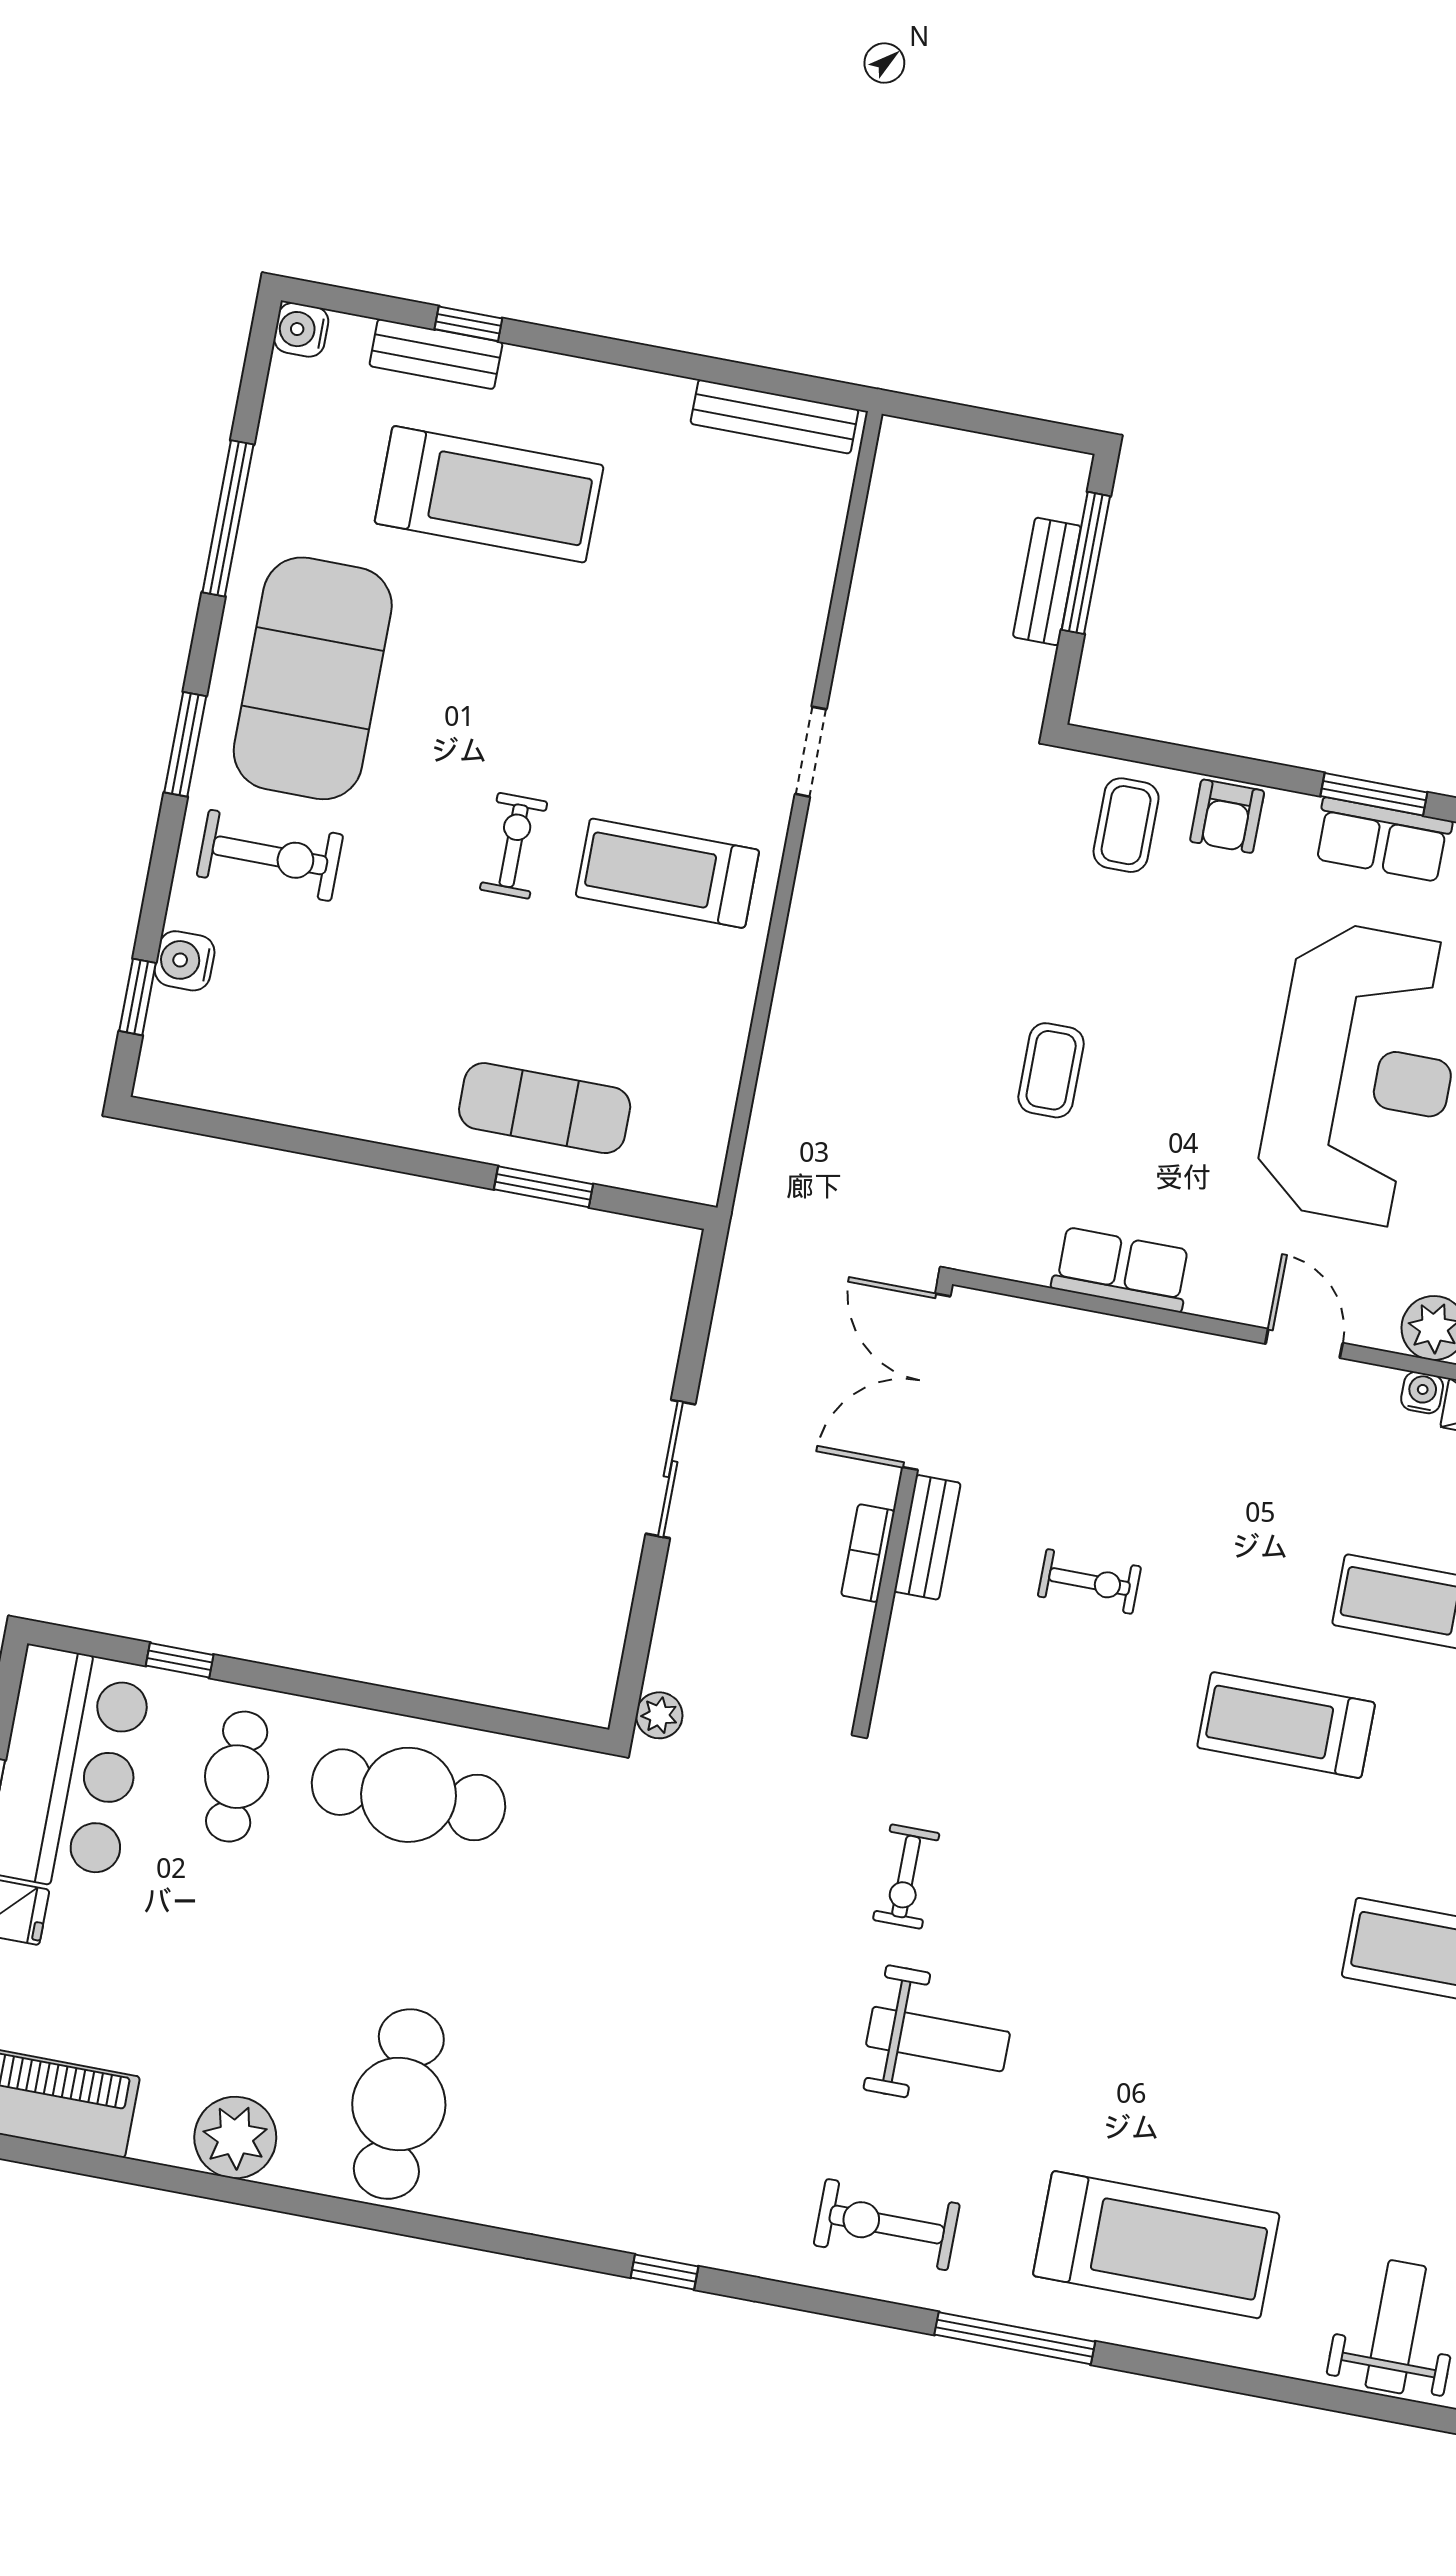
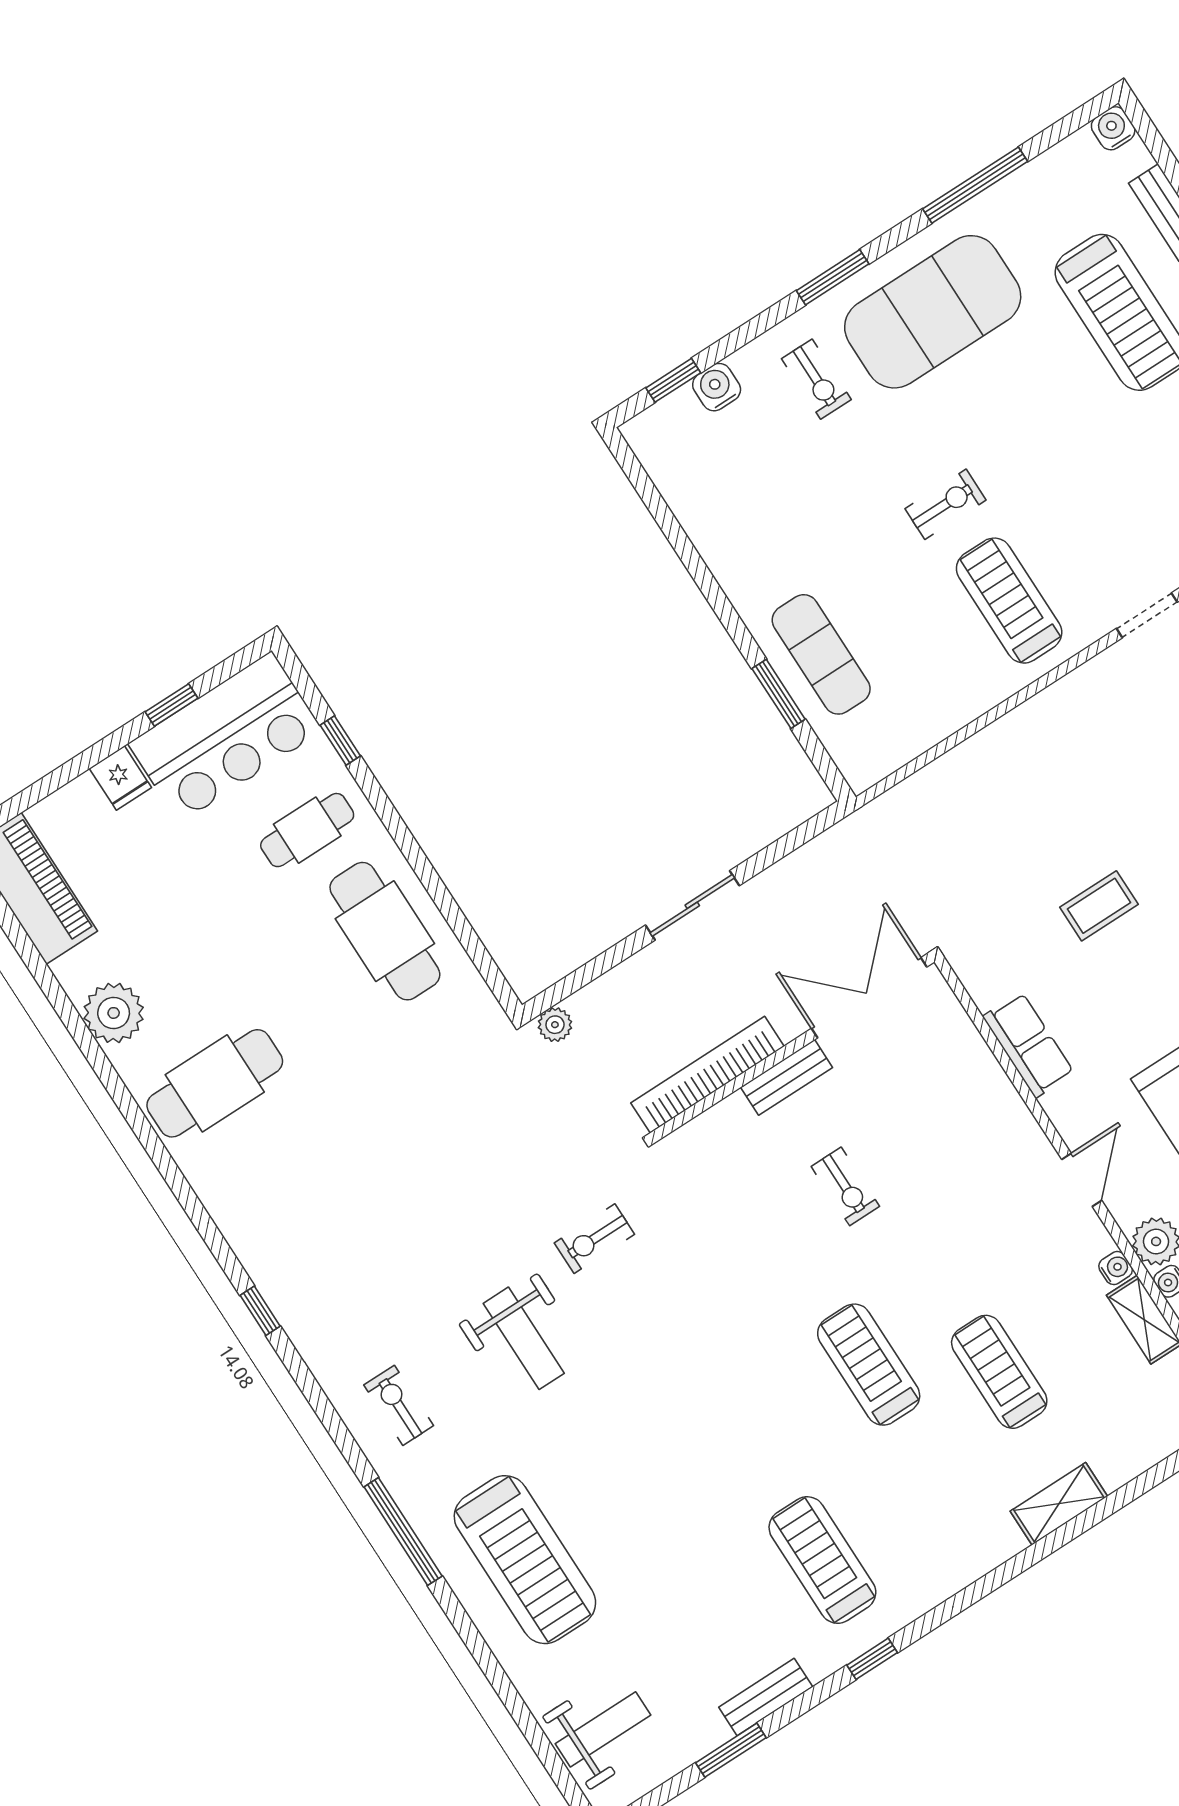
exercise bike: (270, 855) -> (816, 379), width x0.73, depth x0.72
bookcase: (868, 1553) -> (708, 1075), width x2.31, depth x1.31
exercise bike: (887, 2225) -> (399, 1405), width x0.73, depth x0.72

